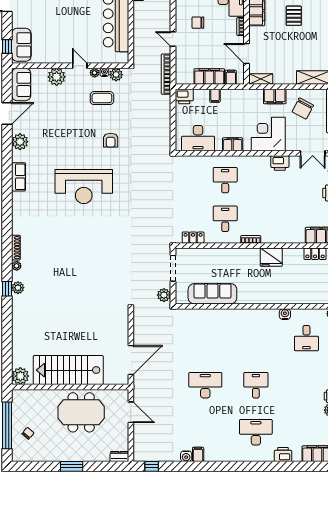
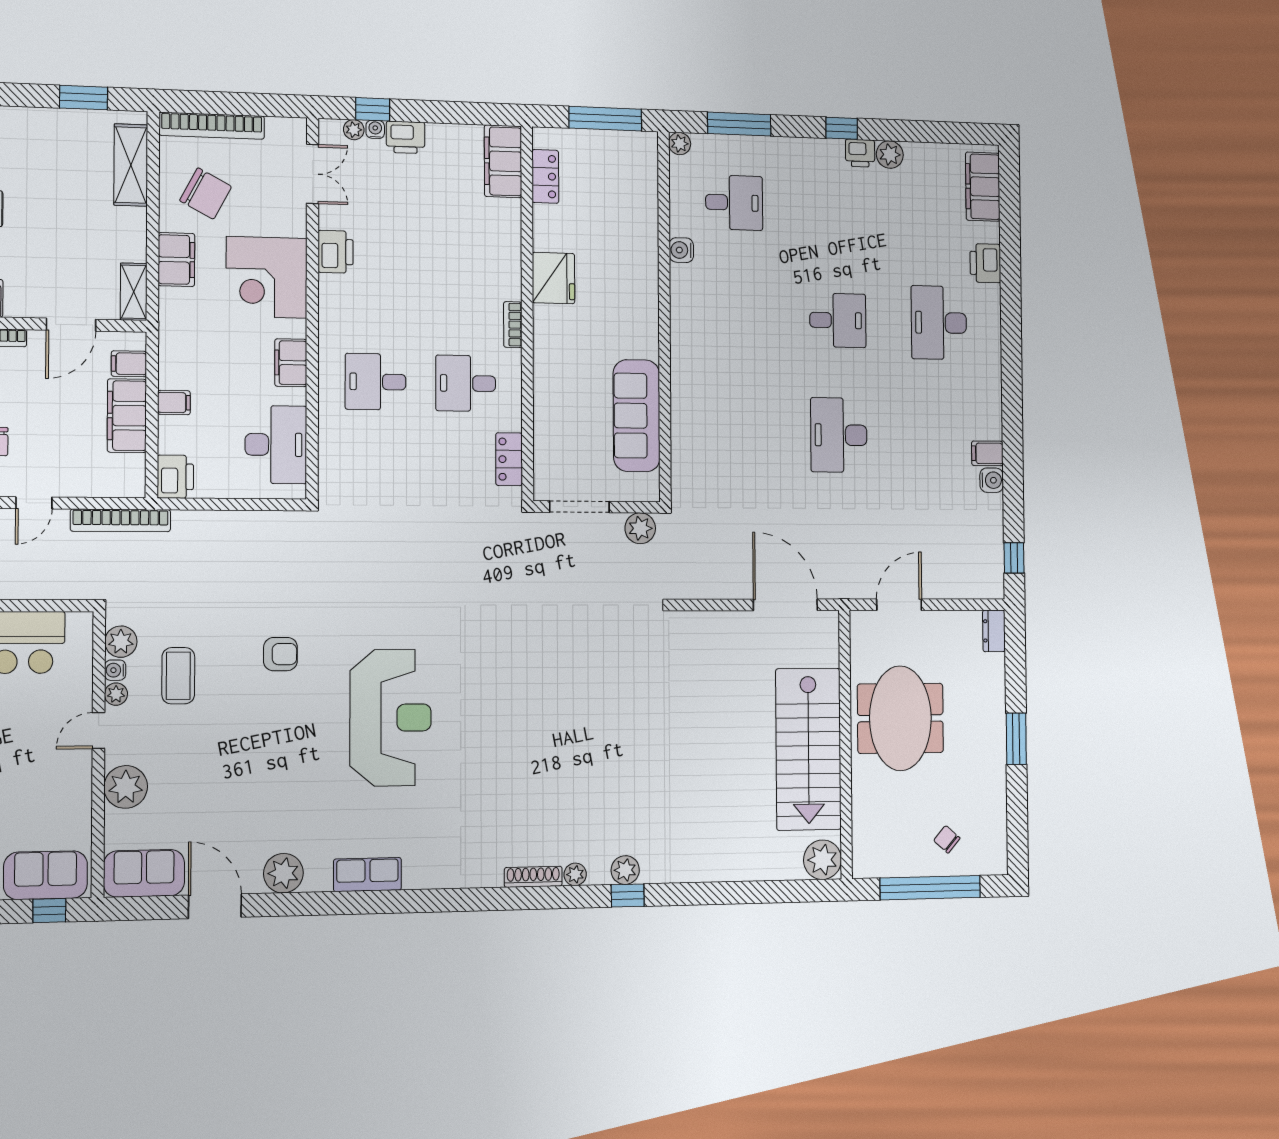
desk: (256, 385) -> (838, 320), turned 180

